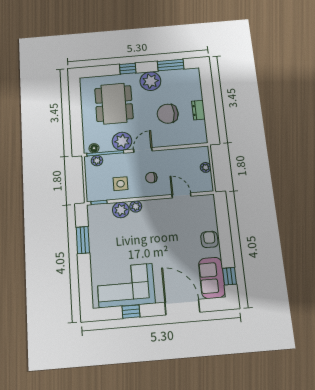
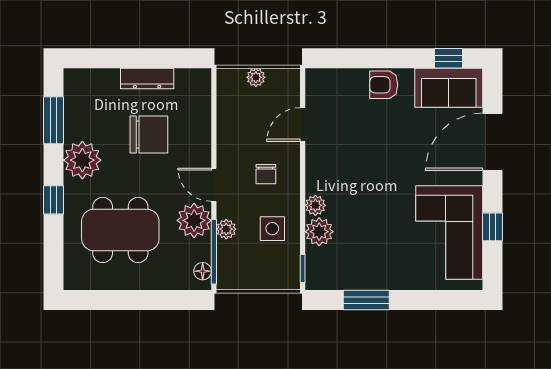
dresser: (198, 110) -> (147, 79), width x1.44
chair: (168, 114) -> (149, 134), turned -90
plant: (97, 161) -> (226, 229), moved

